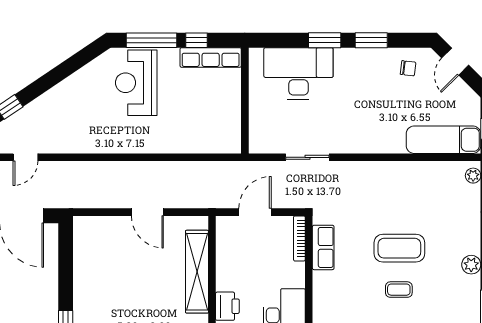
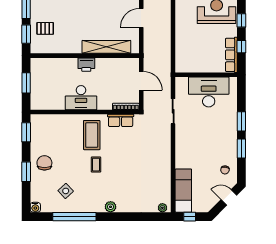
window: (152, 40) -> (241, 20), width x0.46
desk: (298, 73) -> (209, 92), moved, turned -90
coffee table: (399, 248) -> (92, 135), moved

